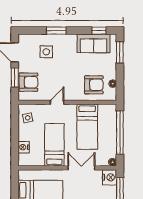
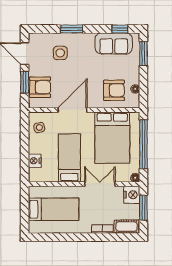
door: (57, 102) -> (72, 110), width x1.87
bed: (87, 127) -> (112, 138), width x1.50

